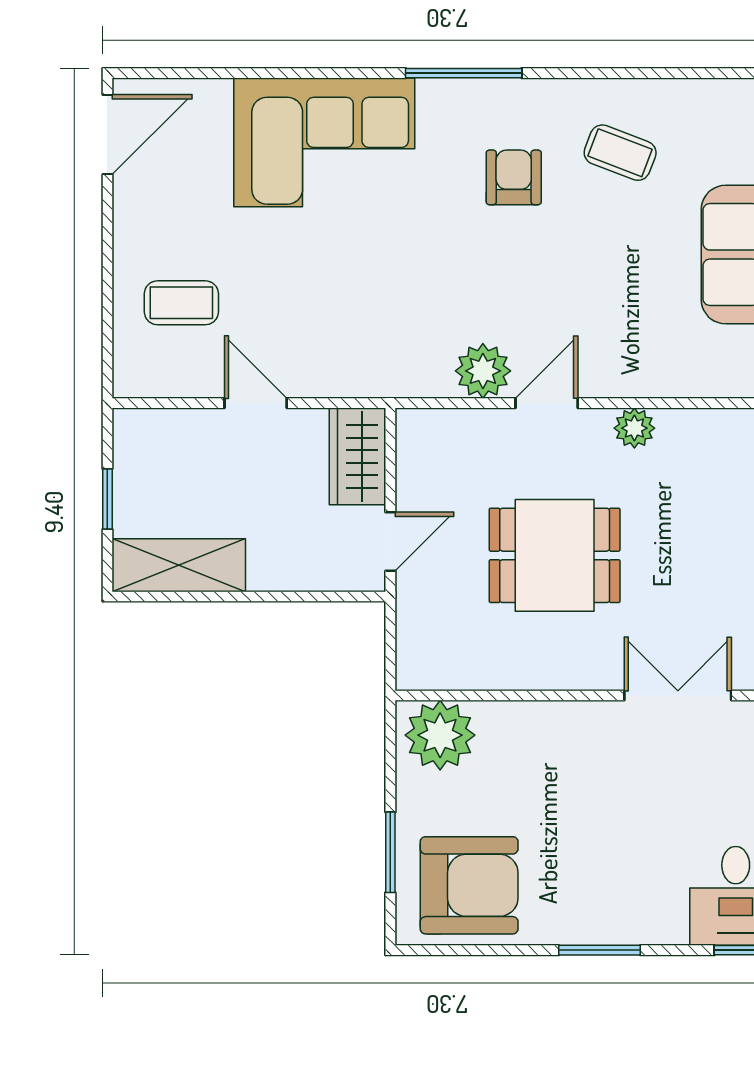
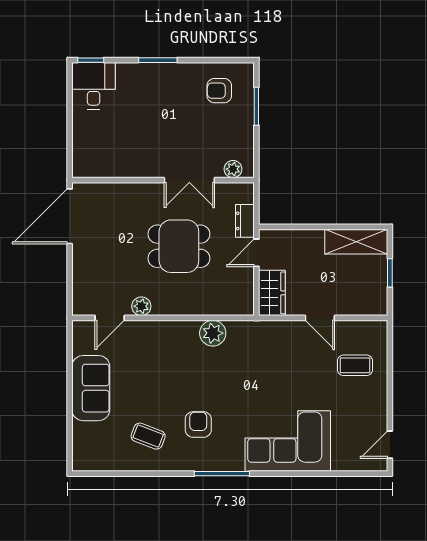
door: (107, 135) -> (390, 445), width x0.73
armchair: (514, 177) -> (198, 424), turned 180
door: (547, 403) -> (110, 318), moved
dresser: (415, 609) -> (245, 221), added
double door: (678, 696) -> (189, 180), moved
plant: (440, 735) -> (233, 169), width x0.53, depth x0.53
armchair: (469, 885) -> (219, 91), width x0.53, depth x0.53

